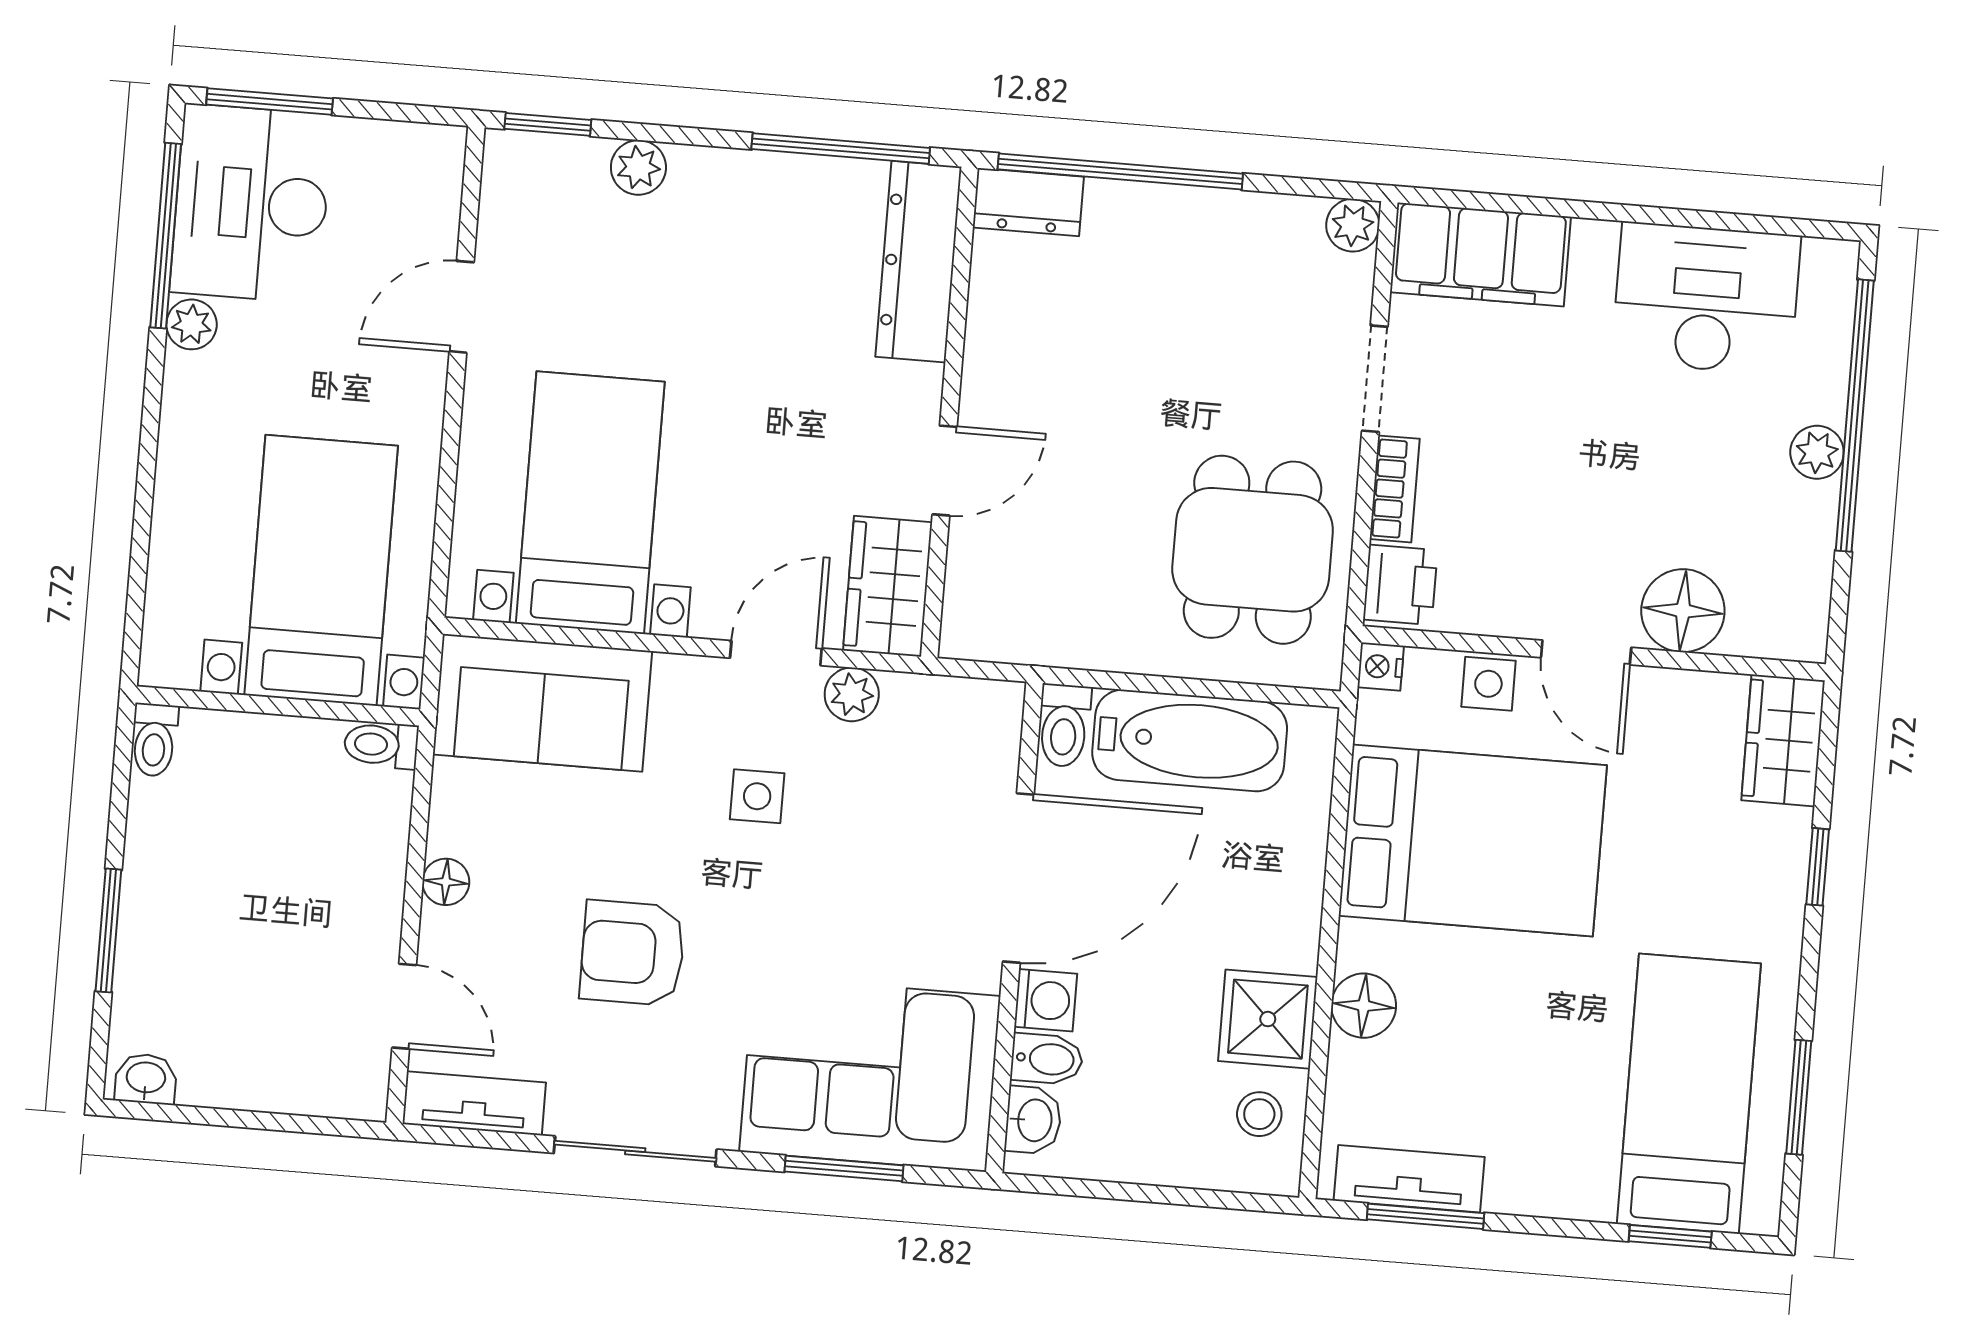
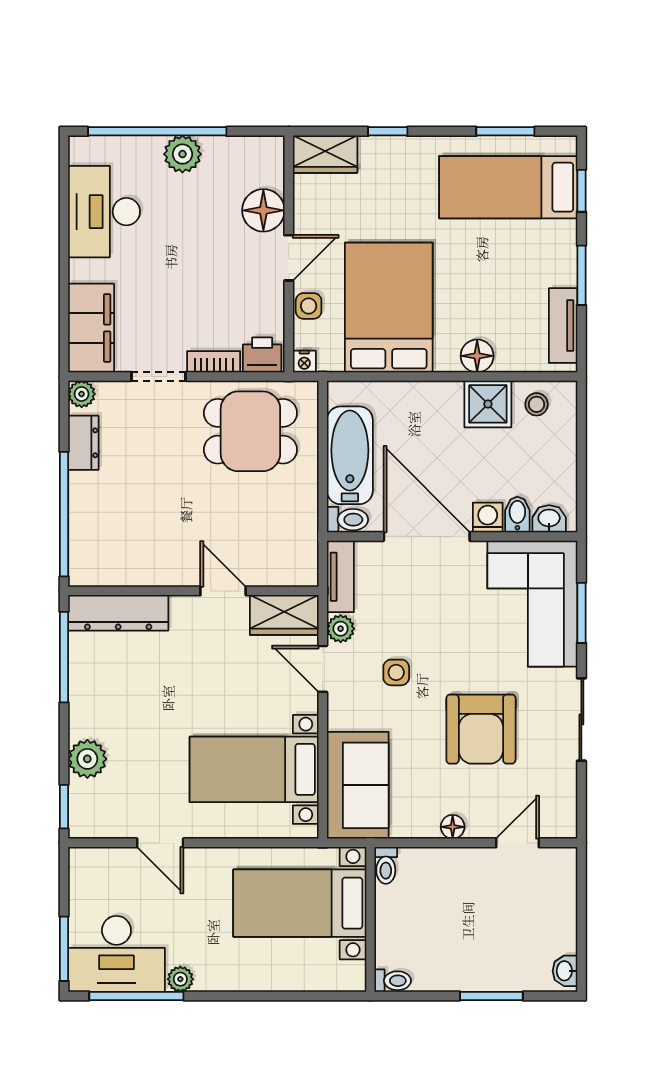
plant: (638, 167) -> (87, 759), width x1.38, depth x1.38
dresser: (1028, 202) -> (83, 443), moved
plant: (1817, 452) -> (182, 154), width x1.38, depth x1.38
armchair: (633, 953) -> (481, 729), width x1.36, depth x1.36
tv unit: (474, 1103) -> (340, 577), moved, turned 180
window: (1426, 1216) -> (581, 275), moved

